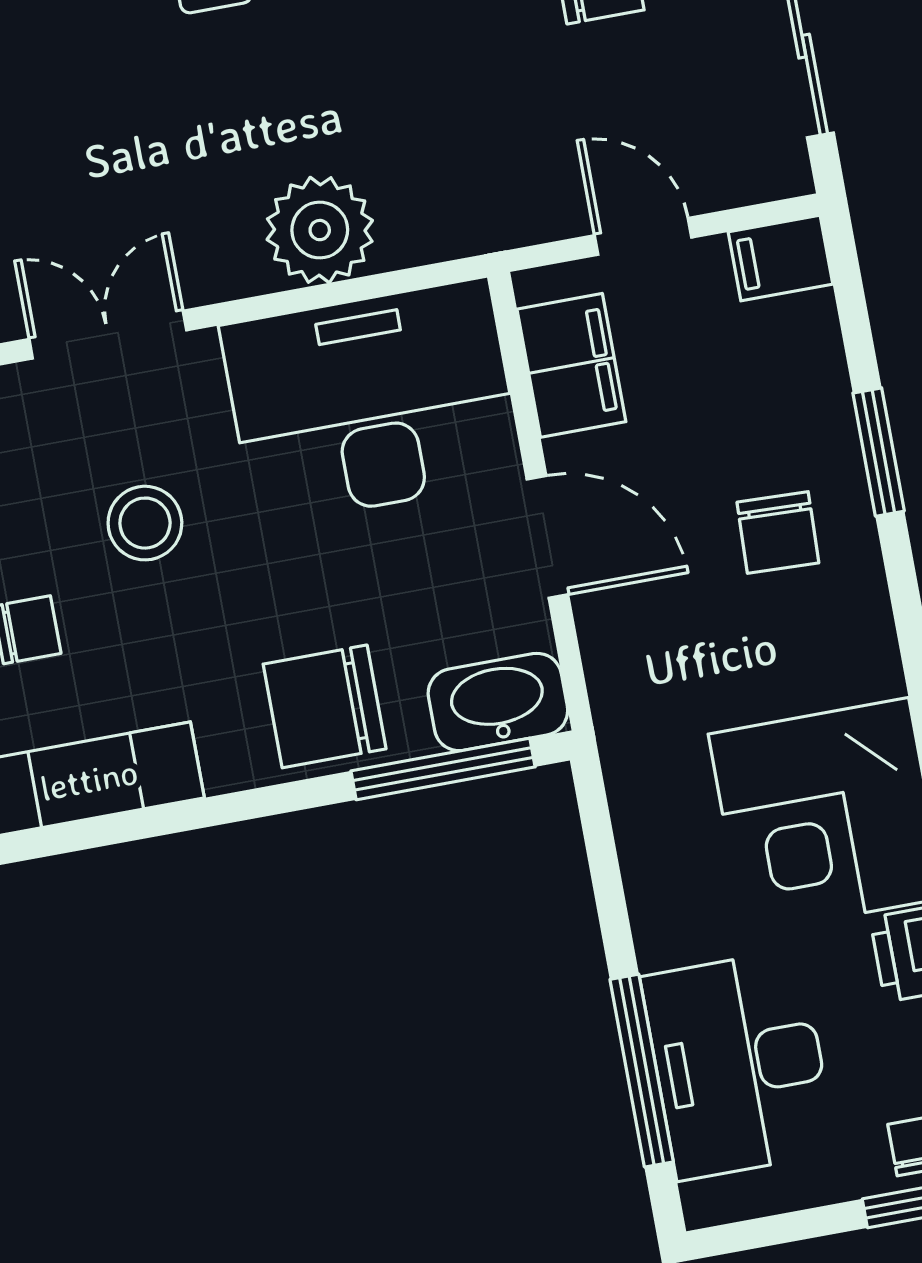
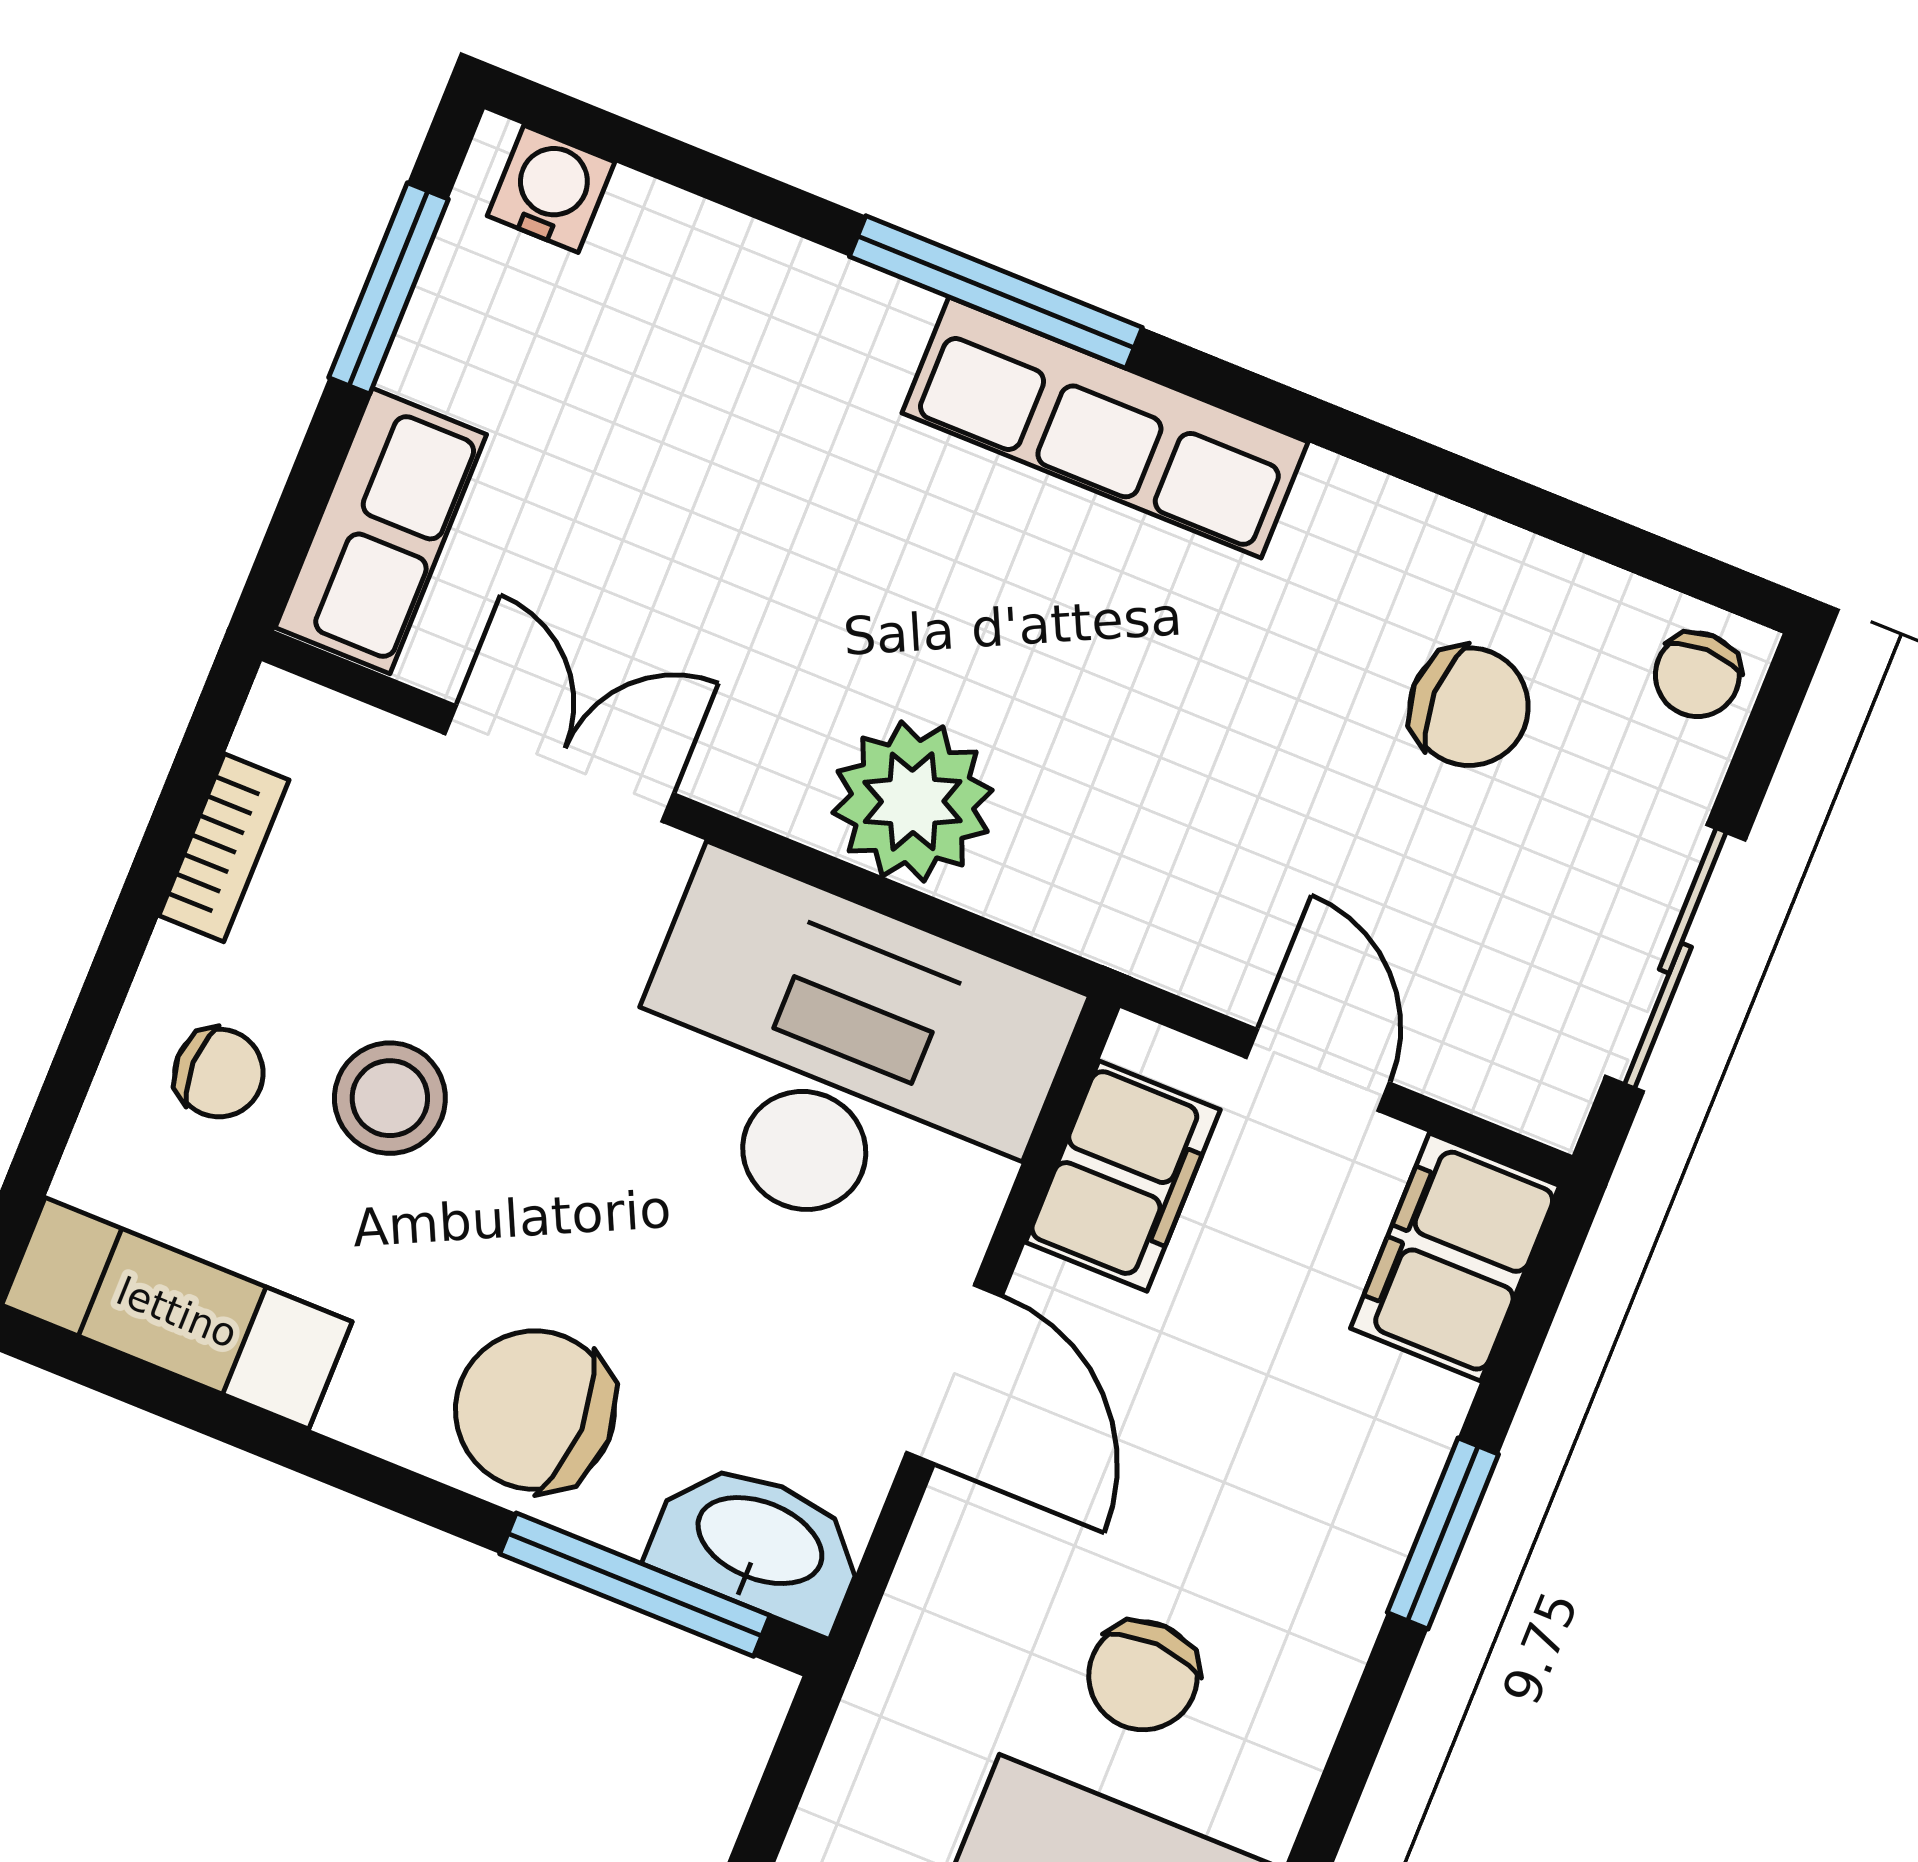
filing cabinet: (780, 258) -> (1455, 1257), width x2.00
stool: (145, 523) -> (390, 1098), moved
chair: (778, 533) -> (1143, 1676), moved

